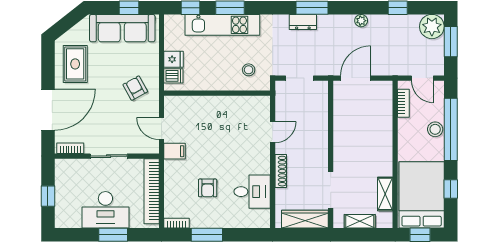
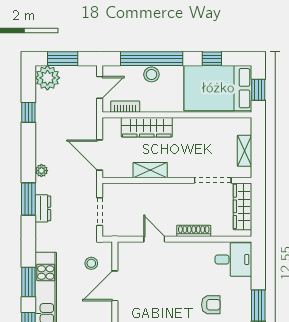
plant: (361, 21) -> (41, 171), moved
door: (226, 93) -> (115, 286), added
wardrobe: (383, 125) -> (147, 127), added
desk: (252, 192) -> (233, 259), moved, turned 90
shelving: (385, 194) -> (150, 170), moved

